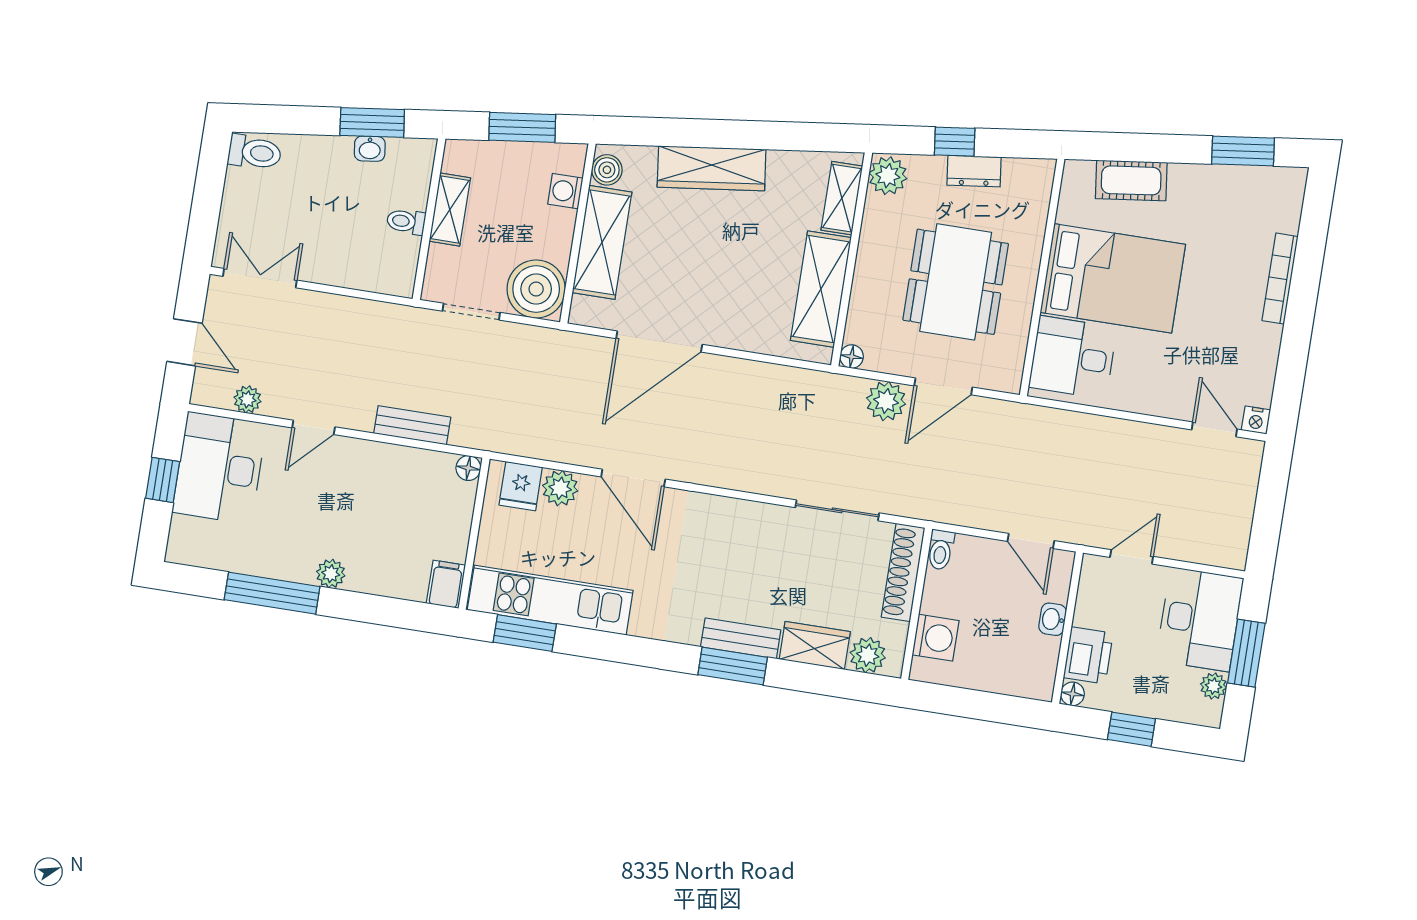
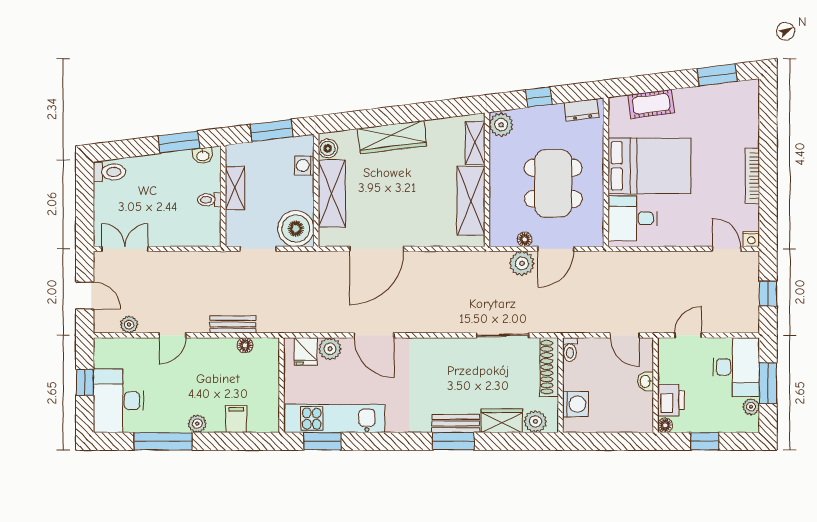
washbasin: (370, 149) -> (203, 156), moved
dresser: (974, 171) -> (582, 110), moved
bookcase: (1280, 279) -> (752, 176), moved
floor lamp: (852, 357) -> (525, 239), moved
desk: (219, 468) -> (118, 401), moved
floor lamp: (468, 468) -> (245, 345), moved
window: (1269, 511) -> (768, 293), added
filing cabinet: (446, 584) -> (236, 419), moved

